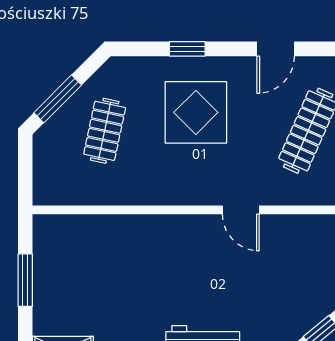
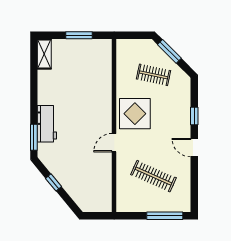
door: (276, 49) -> (194, 148), moved
display table: (196, 112) -> (135, 114), moved

